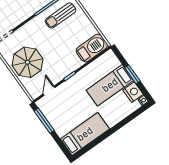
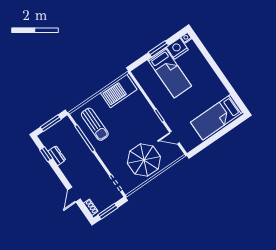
barbecue: (92, 48) -> (119, 91), moved, turned -90
window: (44, 121) -> (206, 143), removed
bed: (85, 134) -> (217, 117), moved, turned -90

